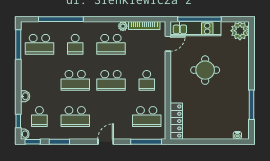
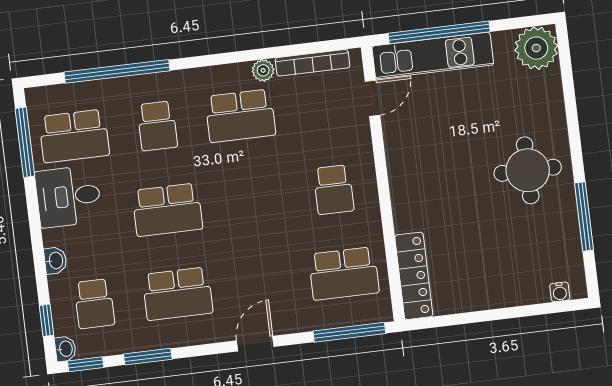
desk: (34, 70) -> (68, 196), added
round table: (205, 70) -> (528, 170), moved
school desk: (111, 80) -> (250, 200), removed

